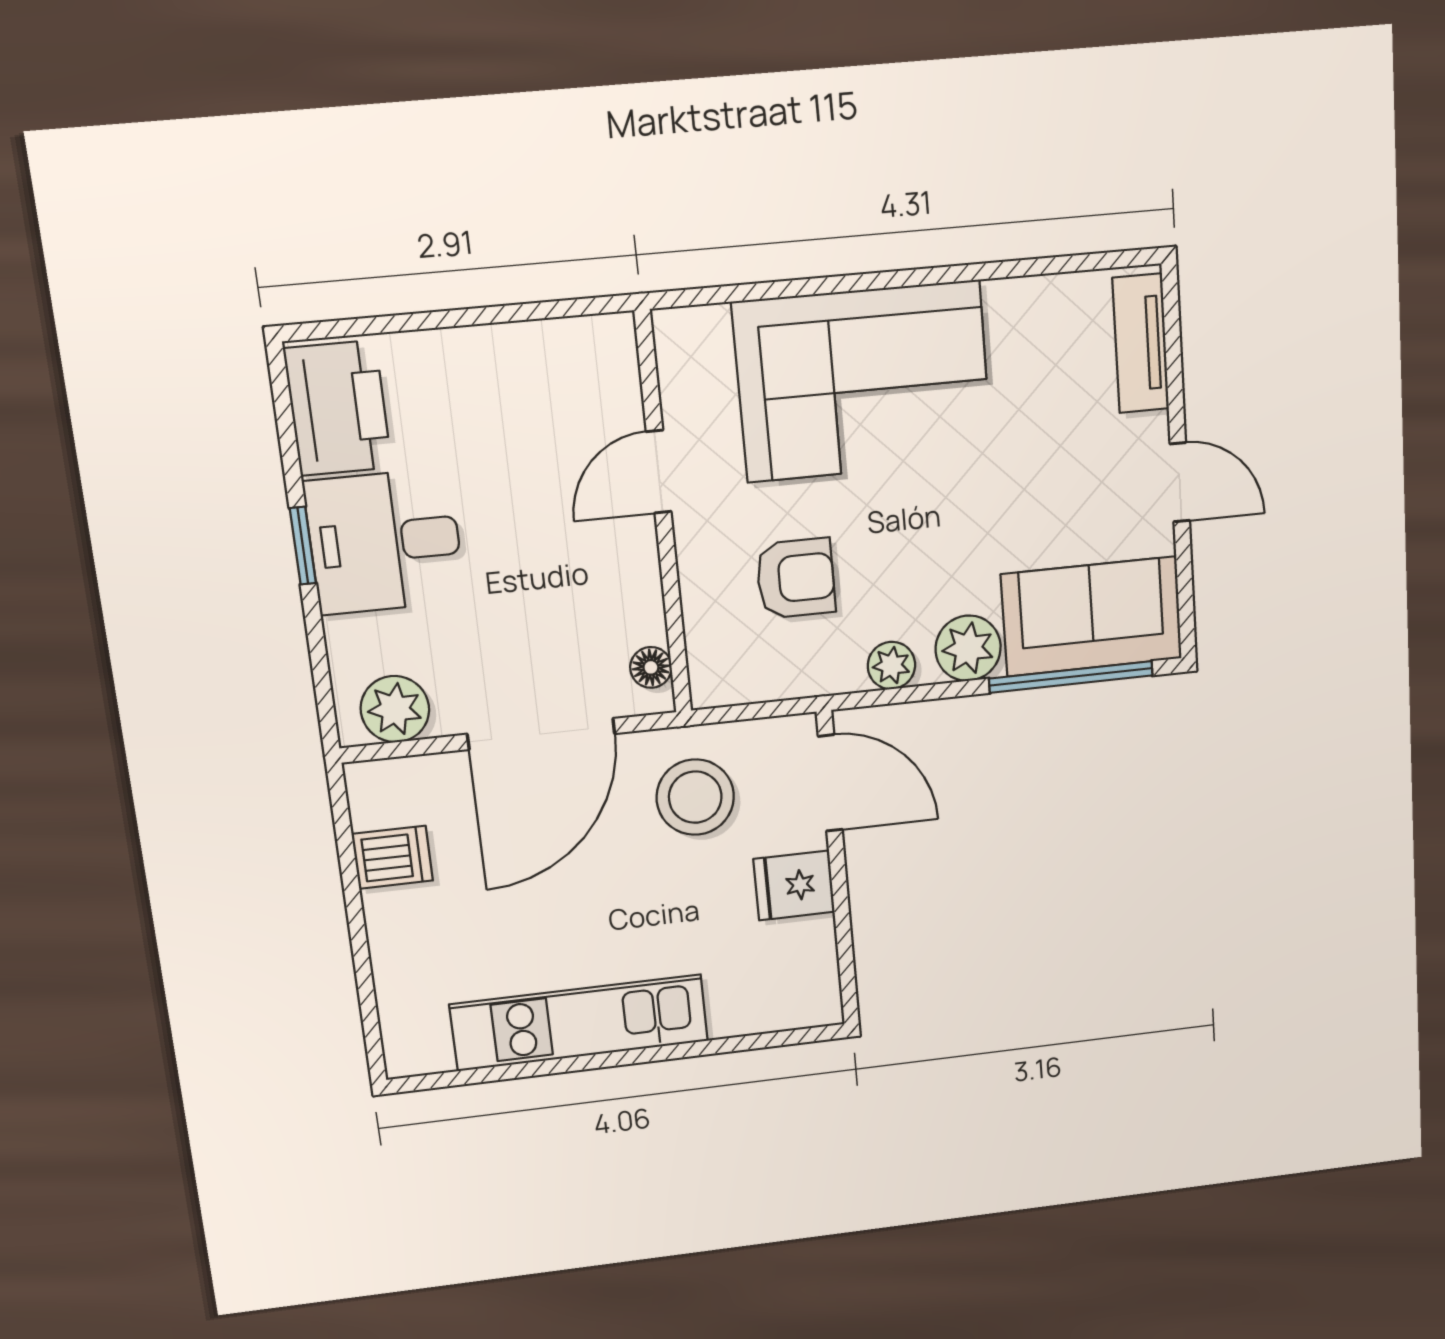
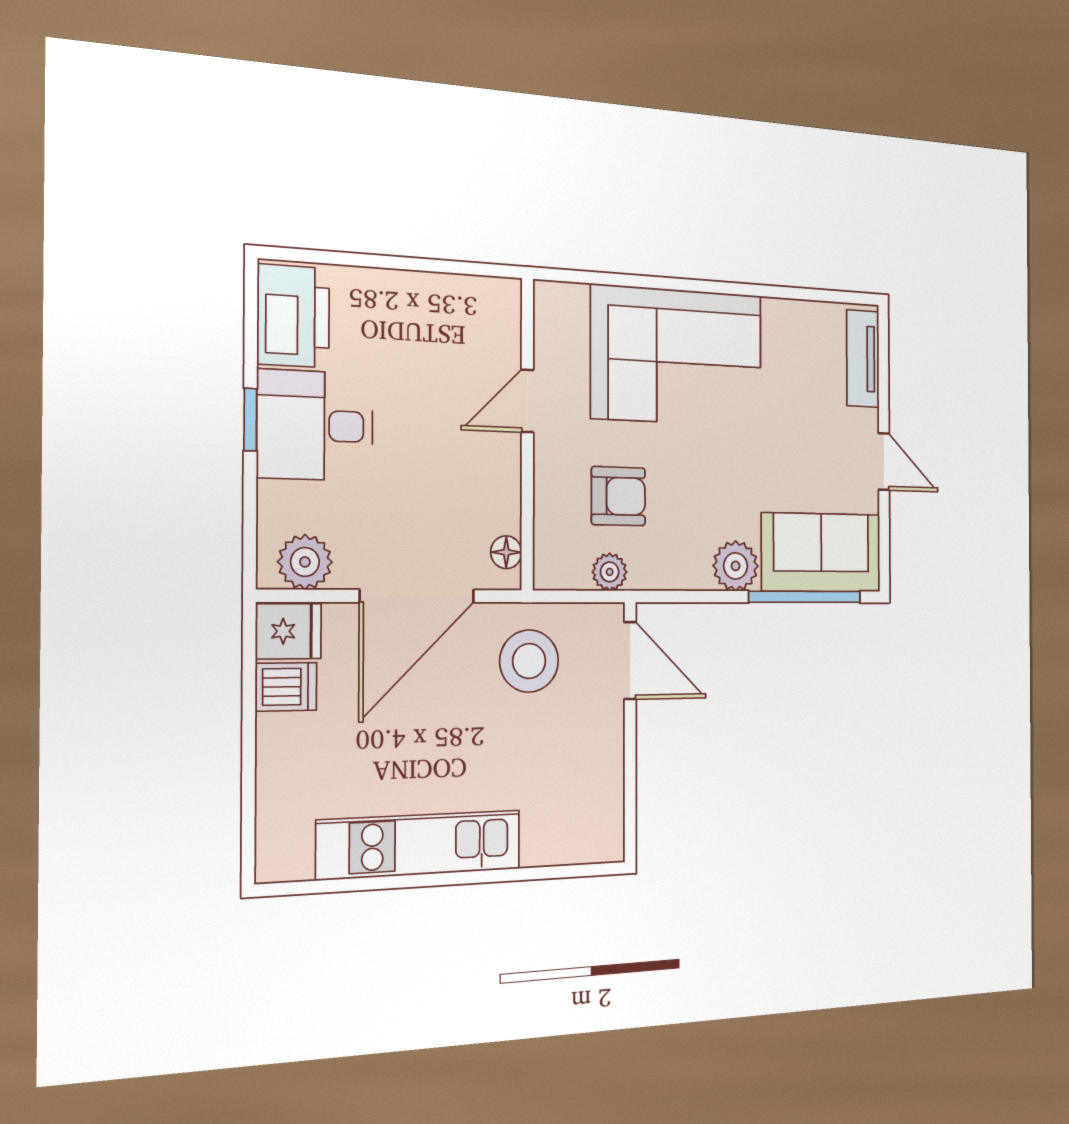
plant: (891, 665) -> (610, 572), moved
fridge: (794, 885) -> (288, 631), moved, turned 180

